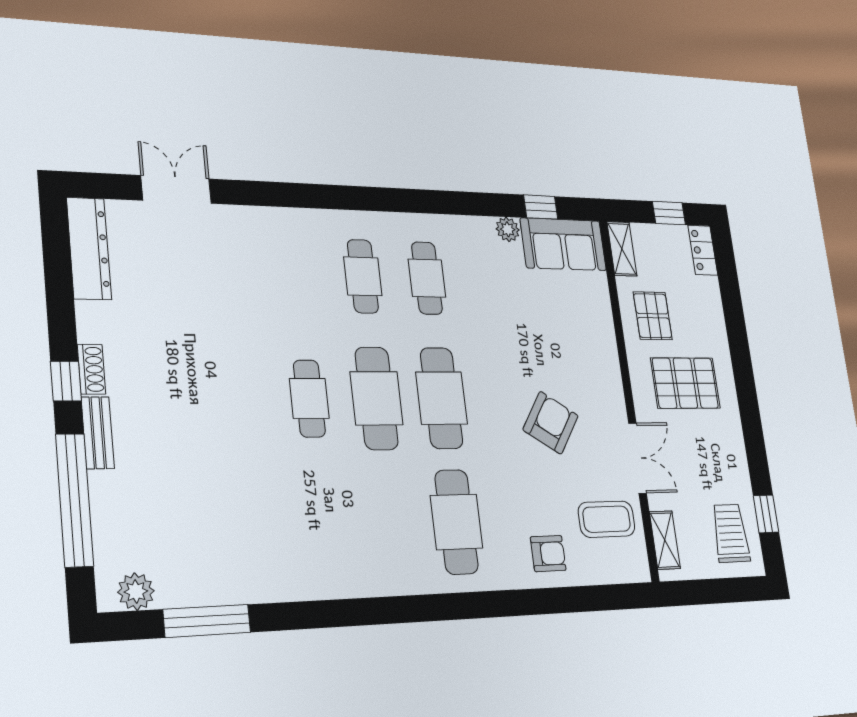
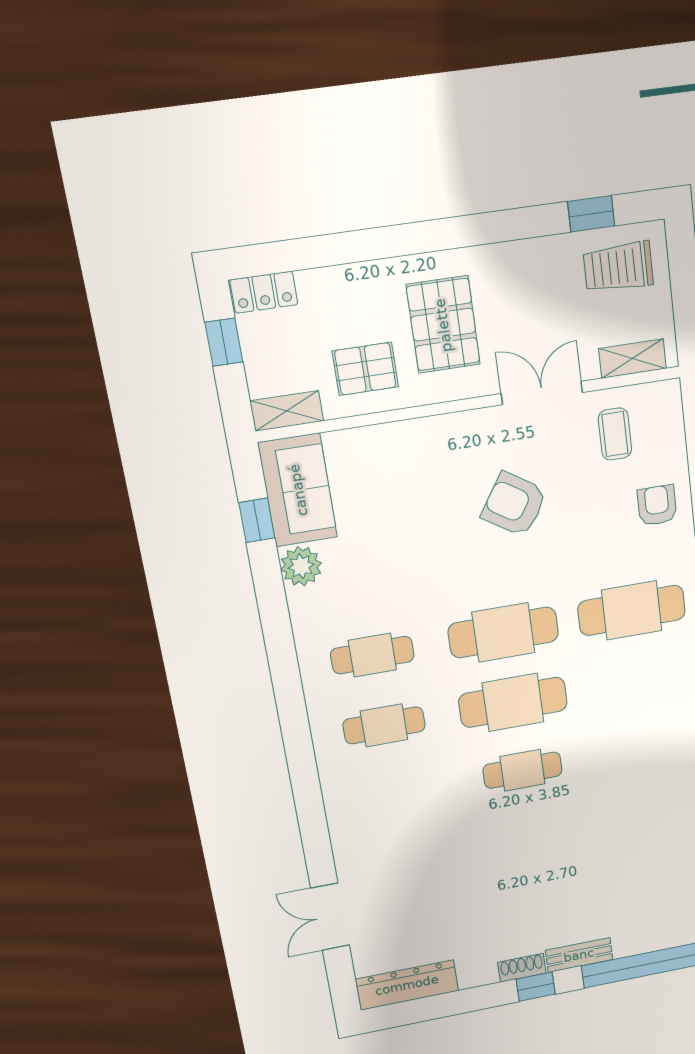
plant: (508, 229) -> (301, 566), width x1.38, depth x1.38
coffee table: (607, 519) -> (615, 434), width x0.73, depth x0.77

